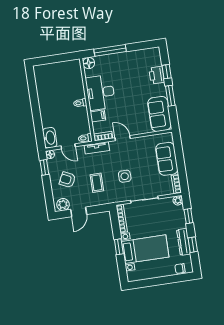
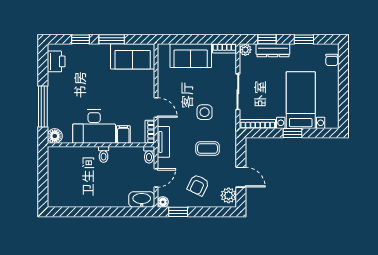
printer: (157, 75) -> (56, 61), moved, turned -90
door: (123, 138) -> (156, 107), swing flipped
dresser: (184, 242) -> (273, 50), moved

